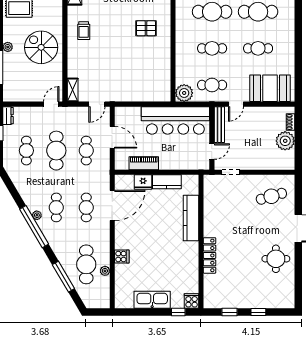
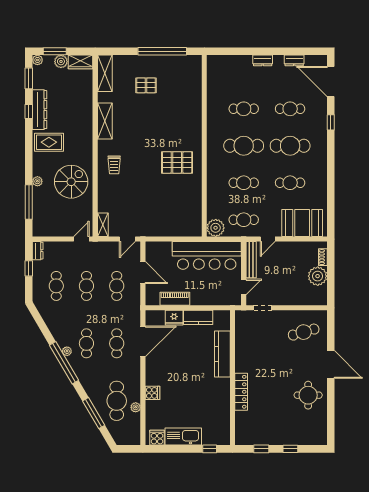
pallet: (146, 28) -> (177, 162), width x1.50, depth x1.42
spiral stairs: (41, 47) -> (71, 182), turned 90
cafe table: (56, 151) -> (86, 286), width x0.73, depth x0.74
cooker: (192, 301) -> (157, 438), moved

